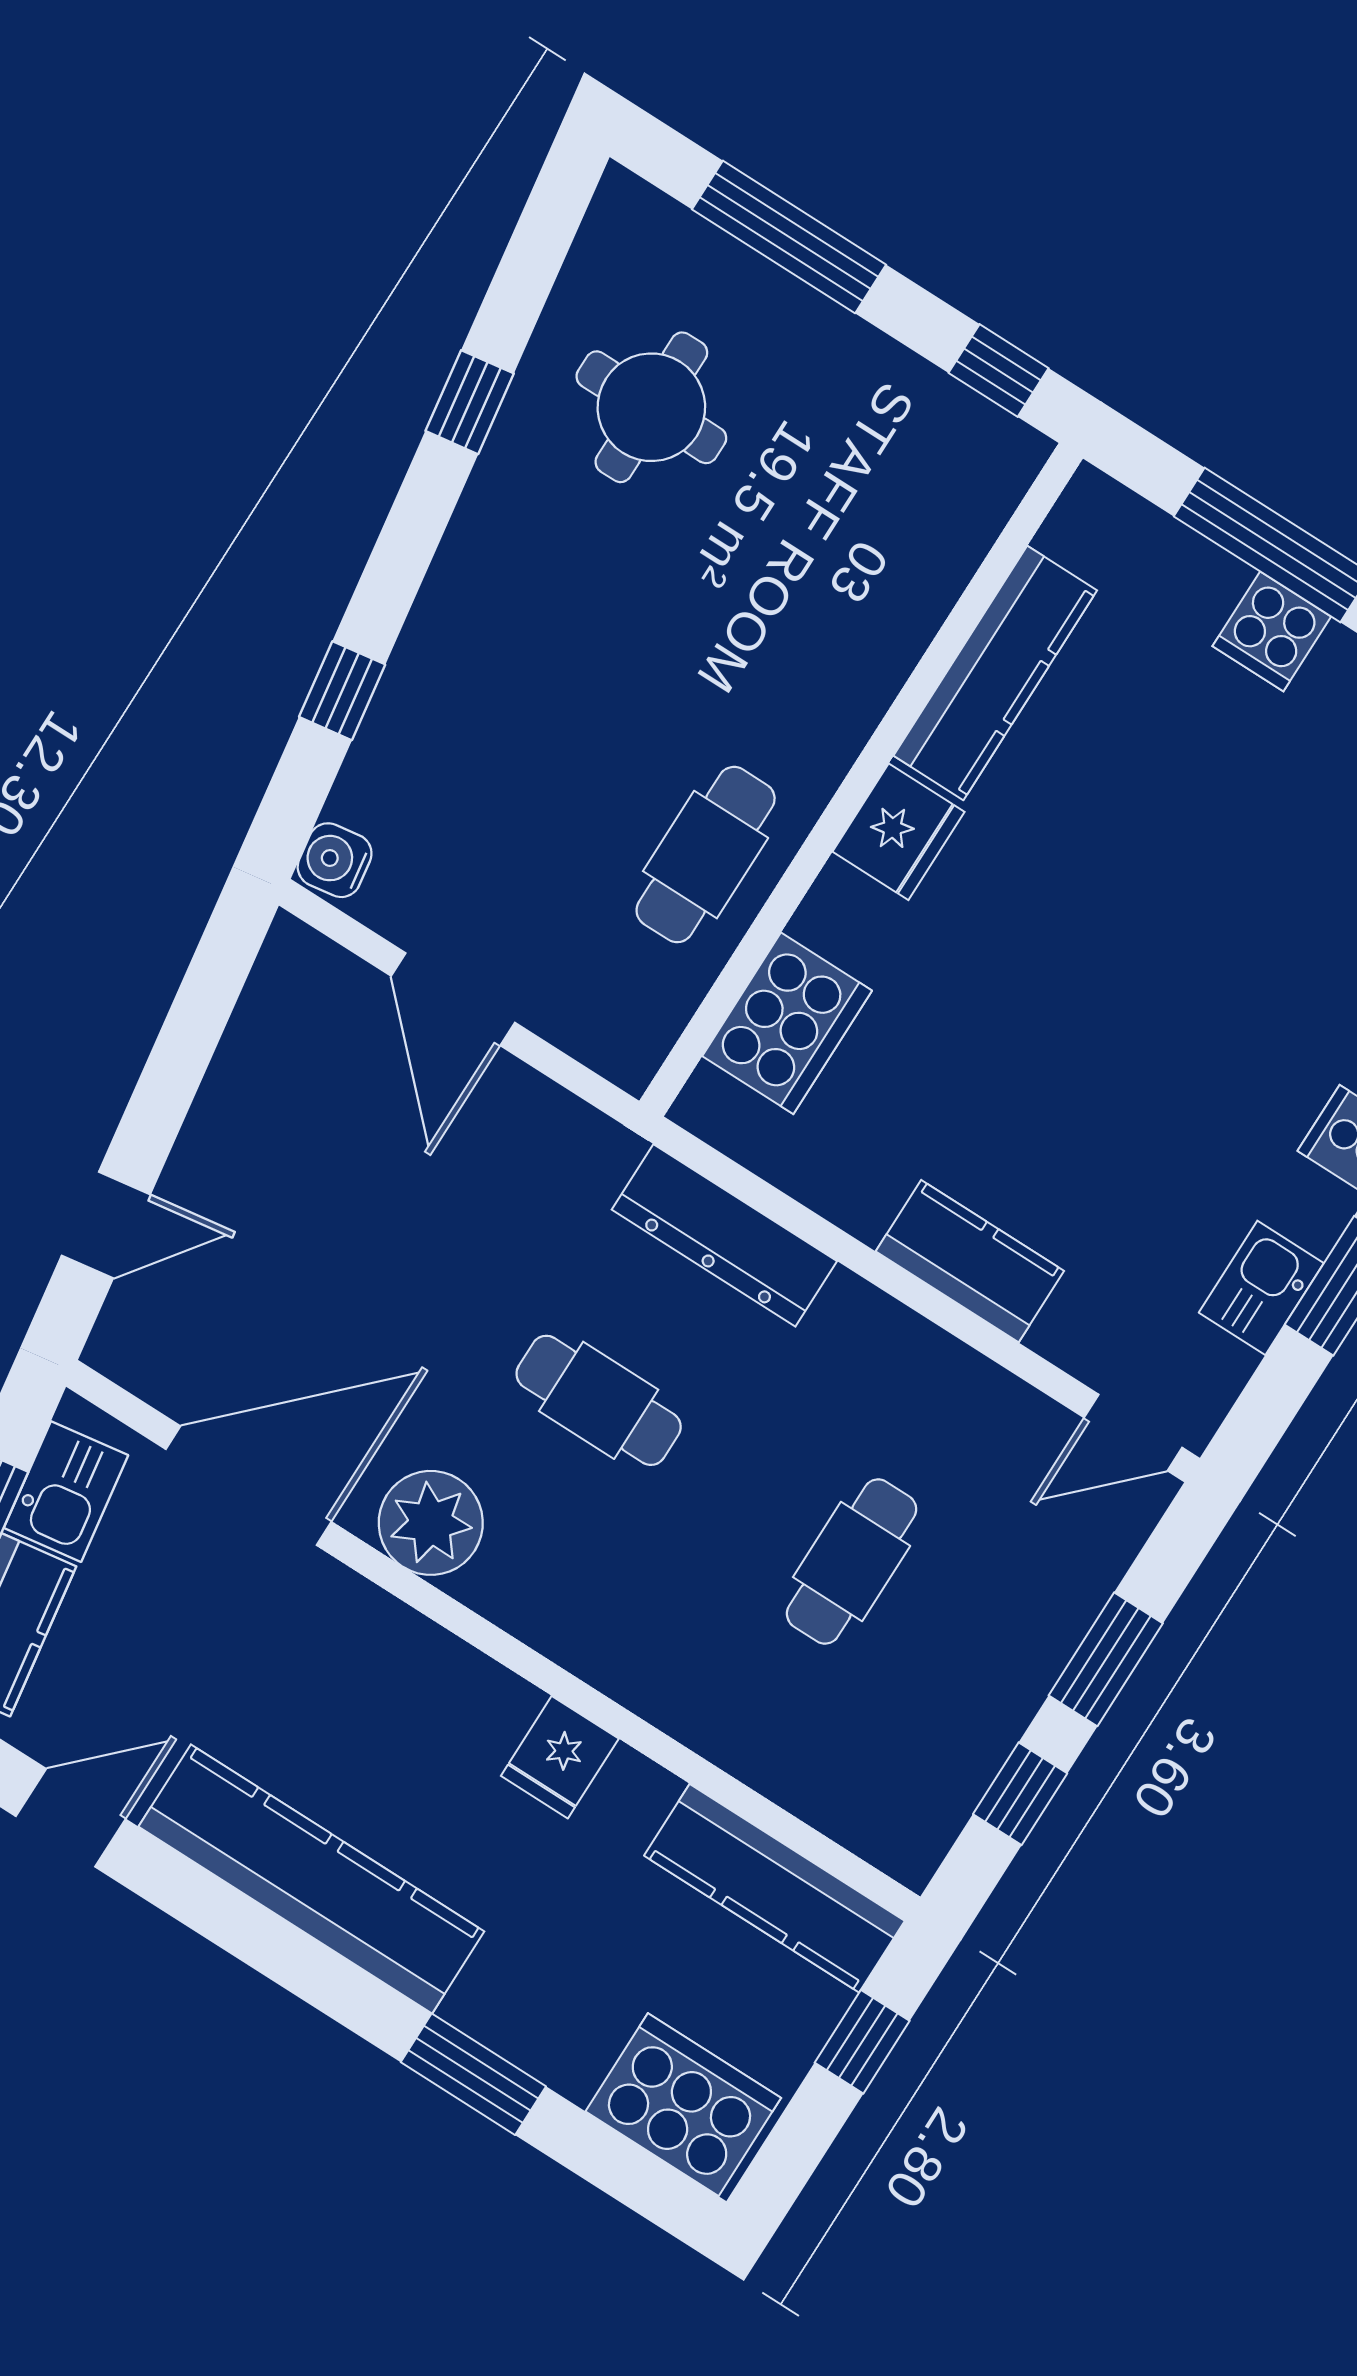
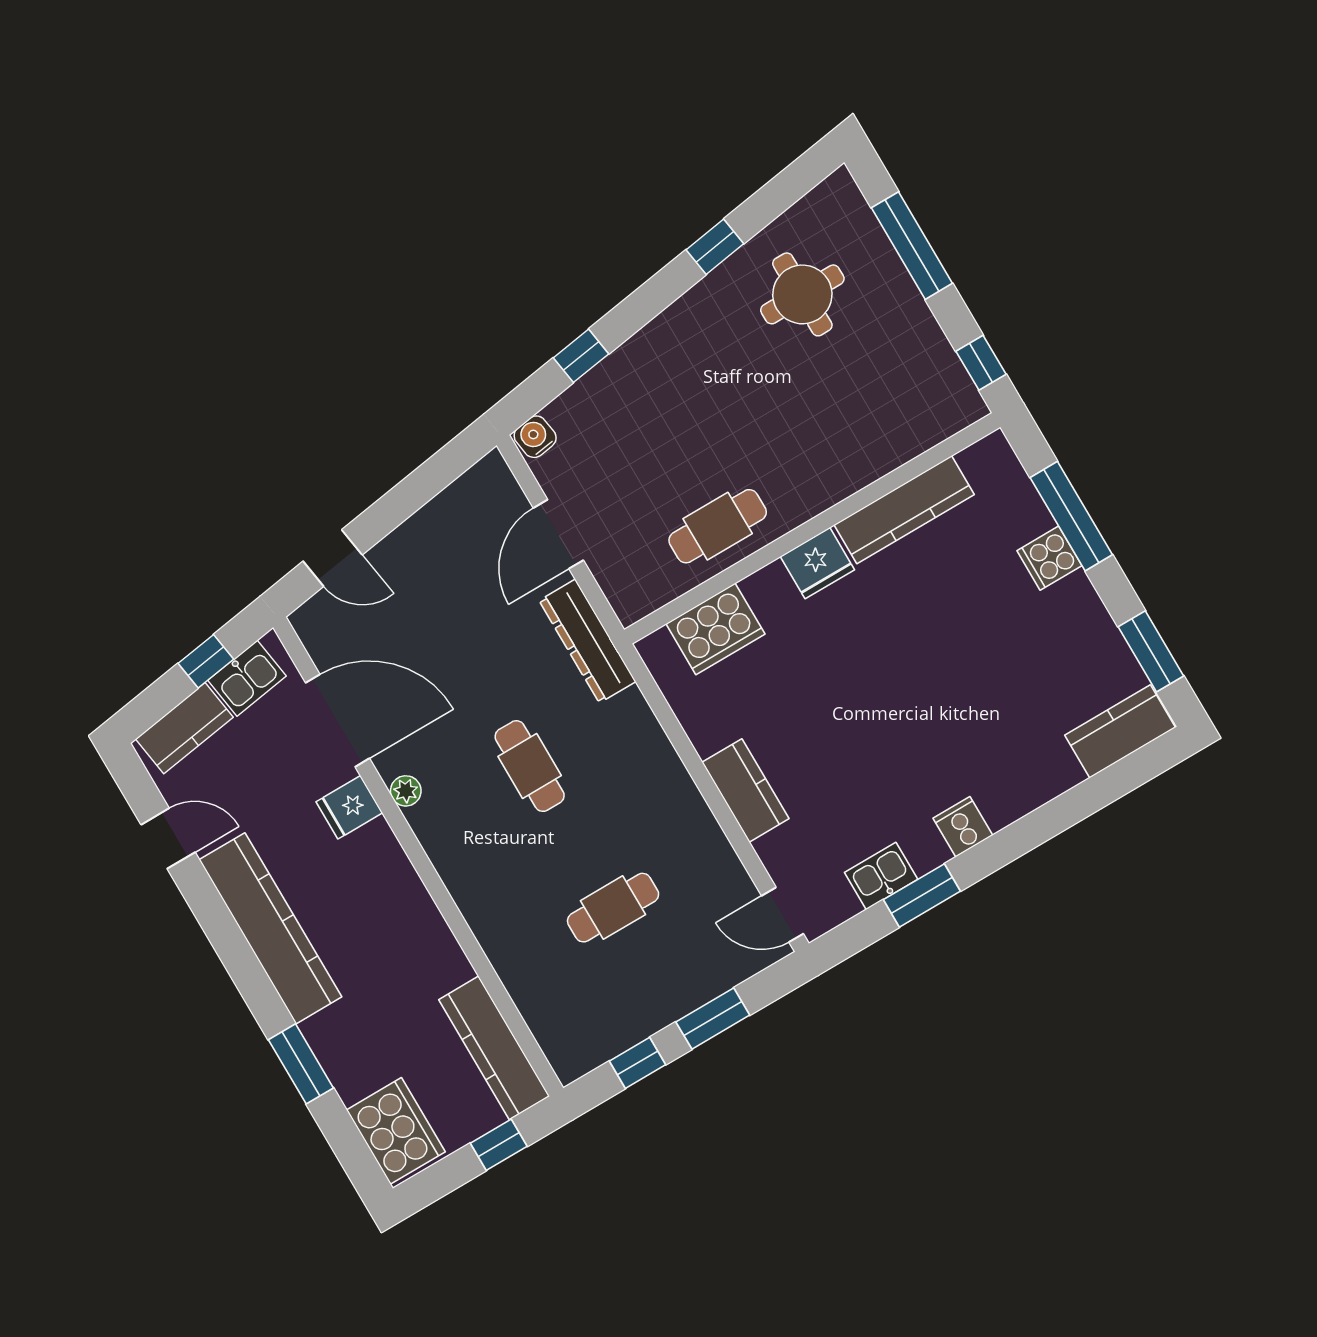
dresser: (724, 1235) -> (587, 641), moved
plant: (431, 1523) -> (406, 791), width x0.53, depth x0.53
fridge: (560, 1757) -> (349, 807), moved

